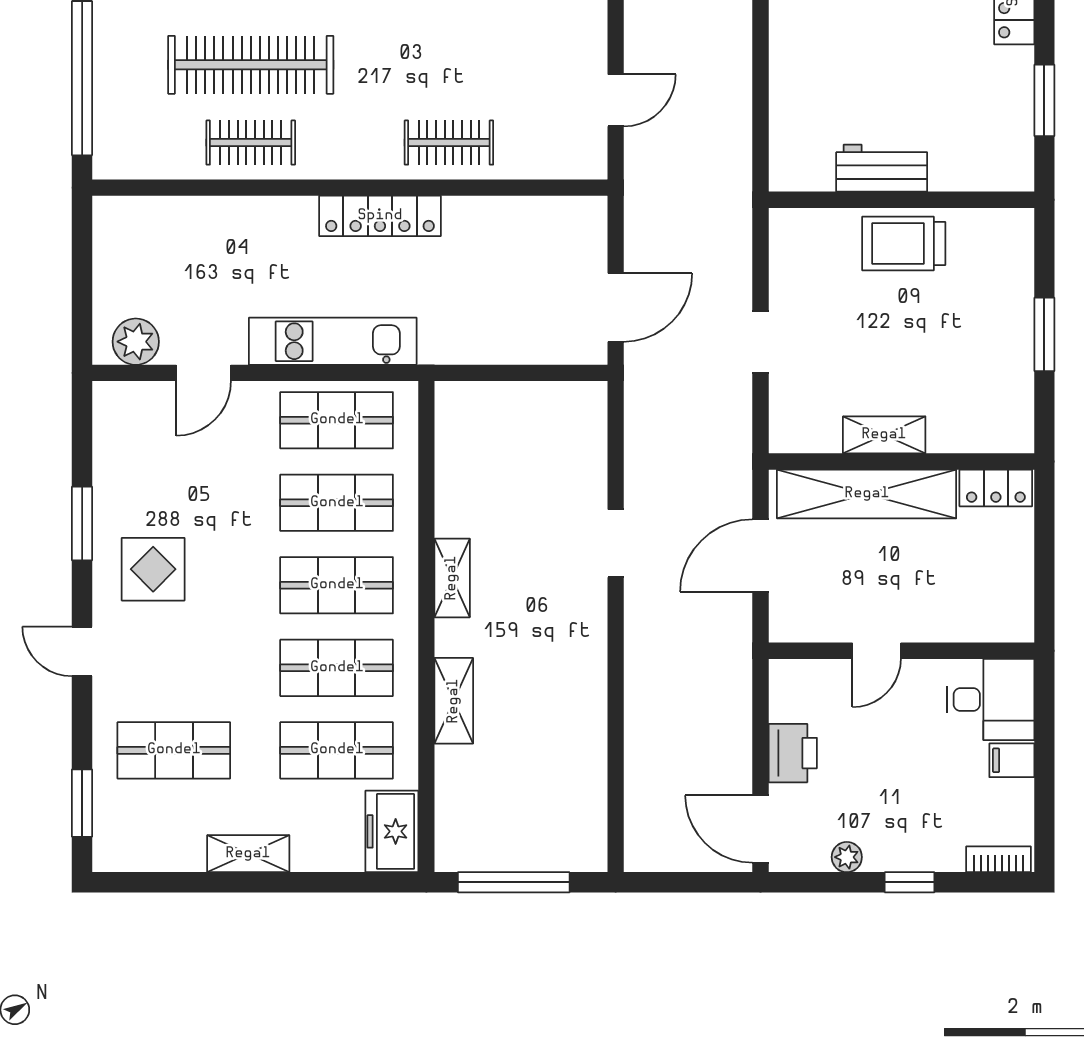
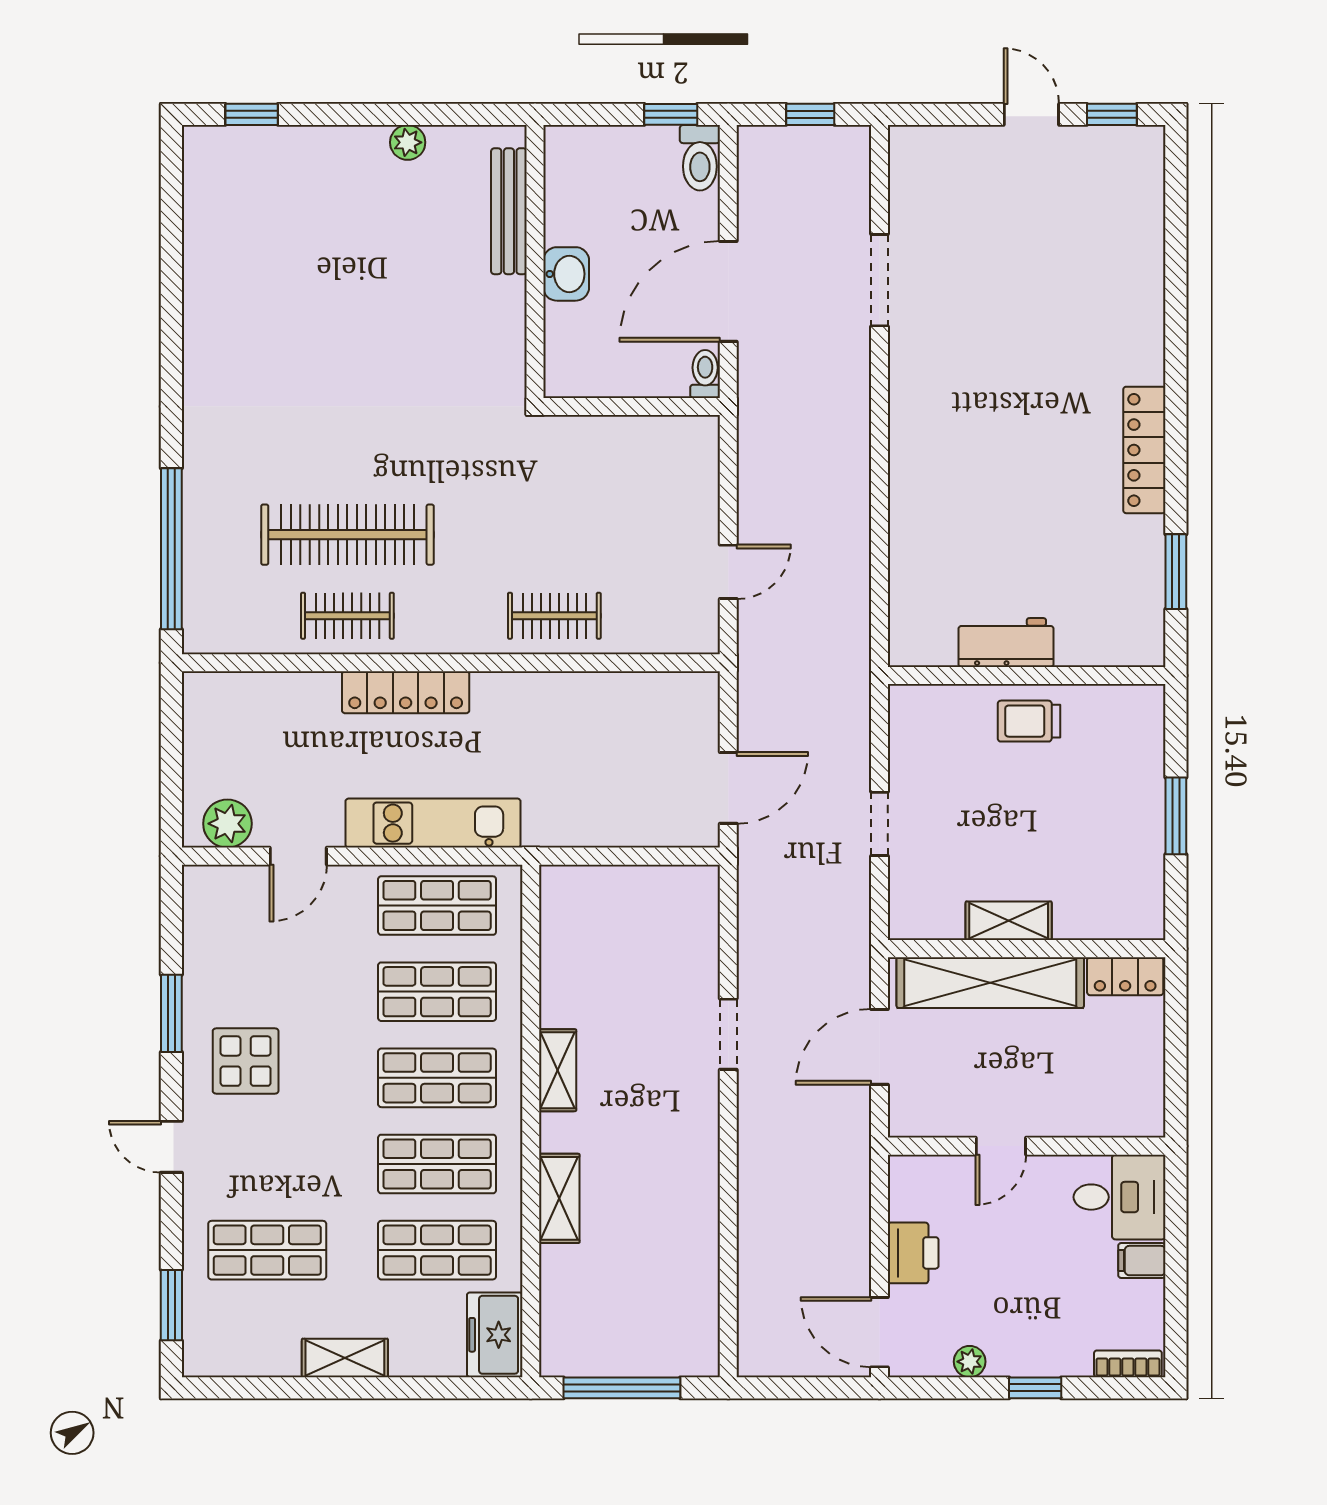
locker: (380, 216) -> (406, 692), moved
trolley: (904, 243) -> (1029, 721), width x0.73, depth x0.72

